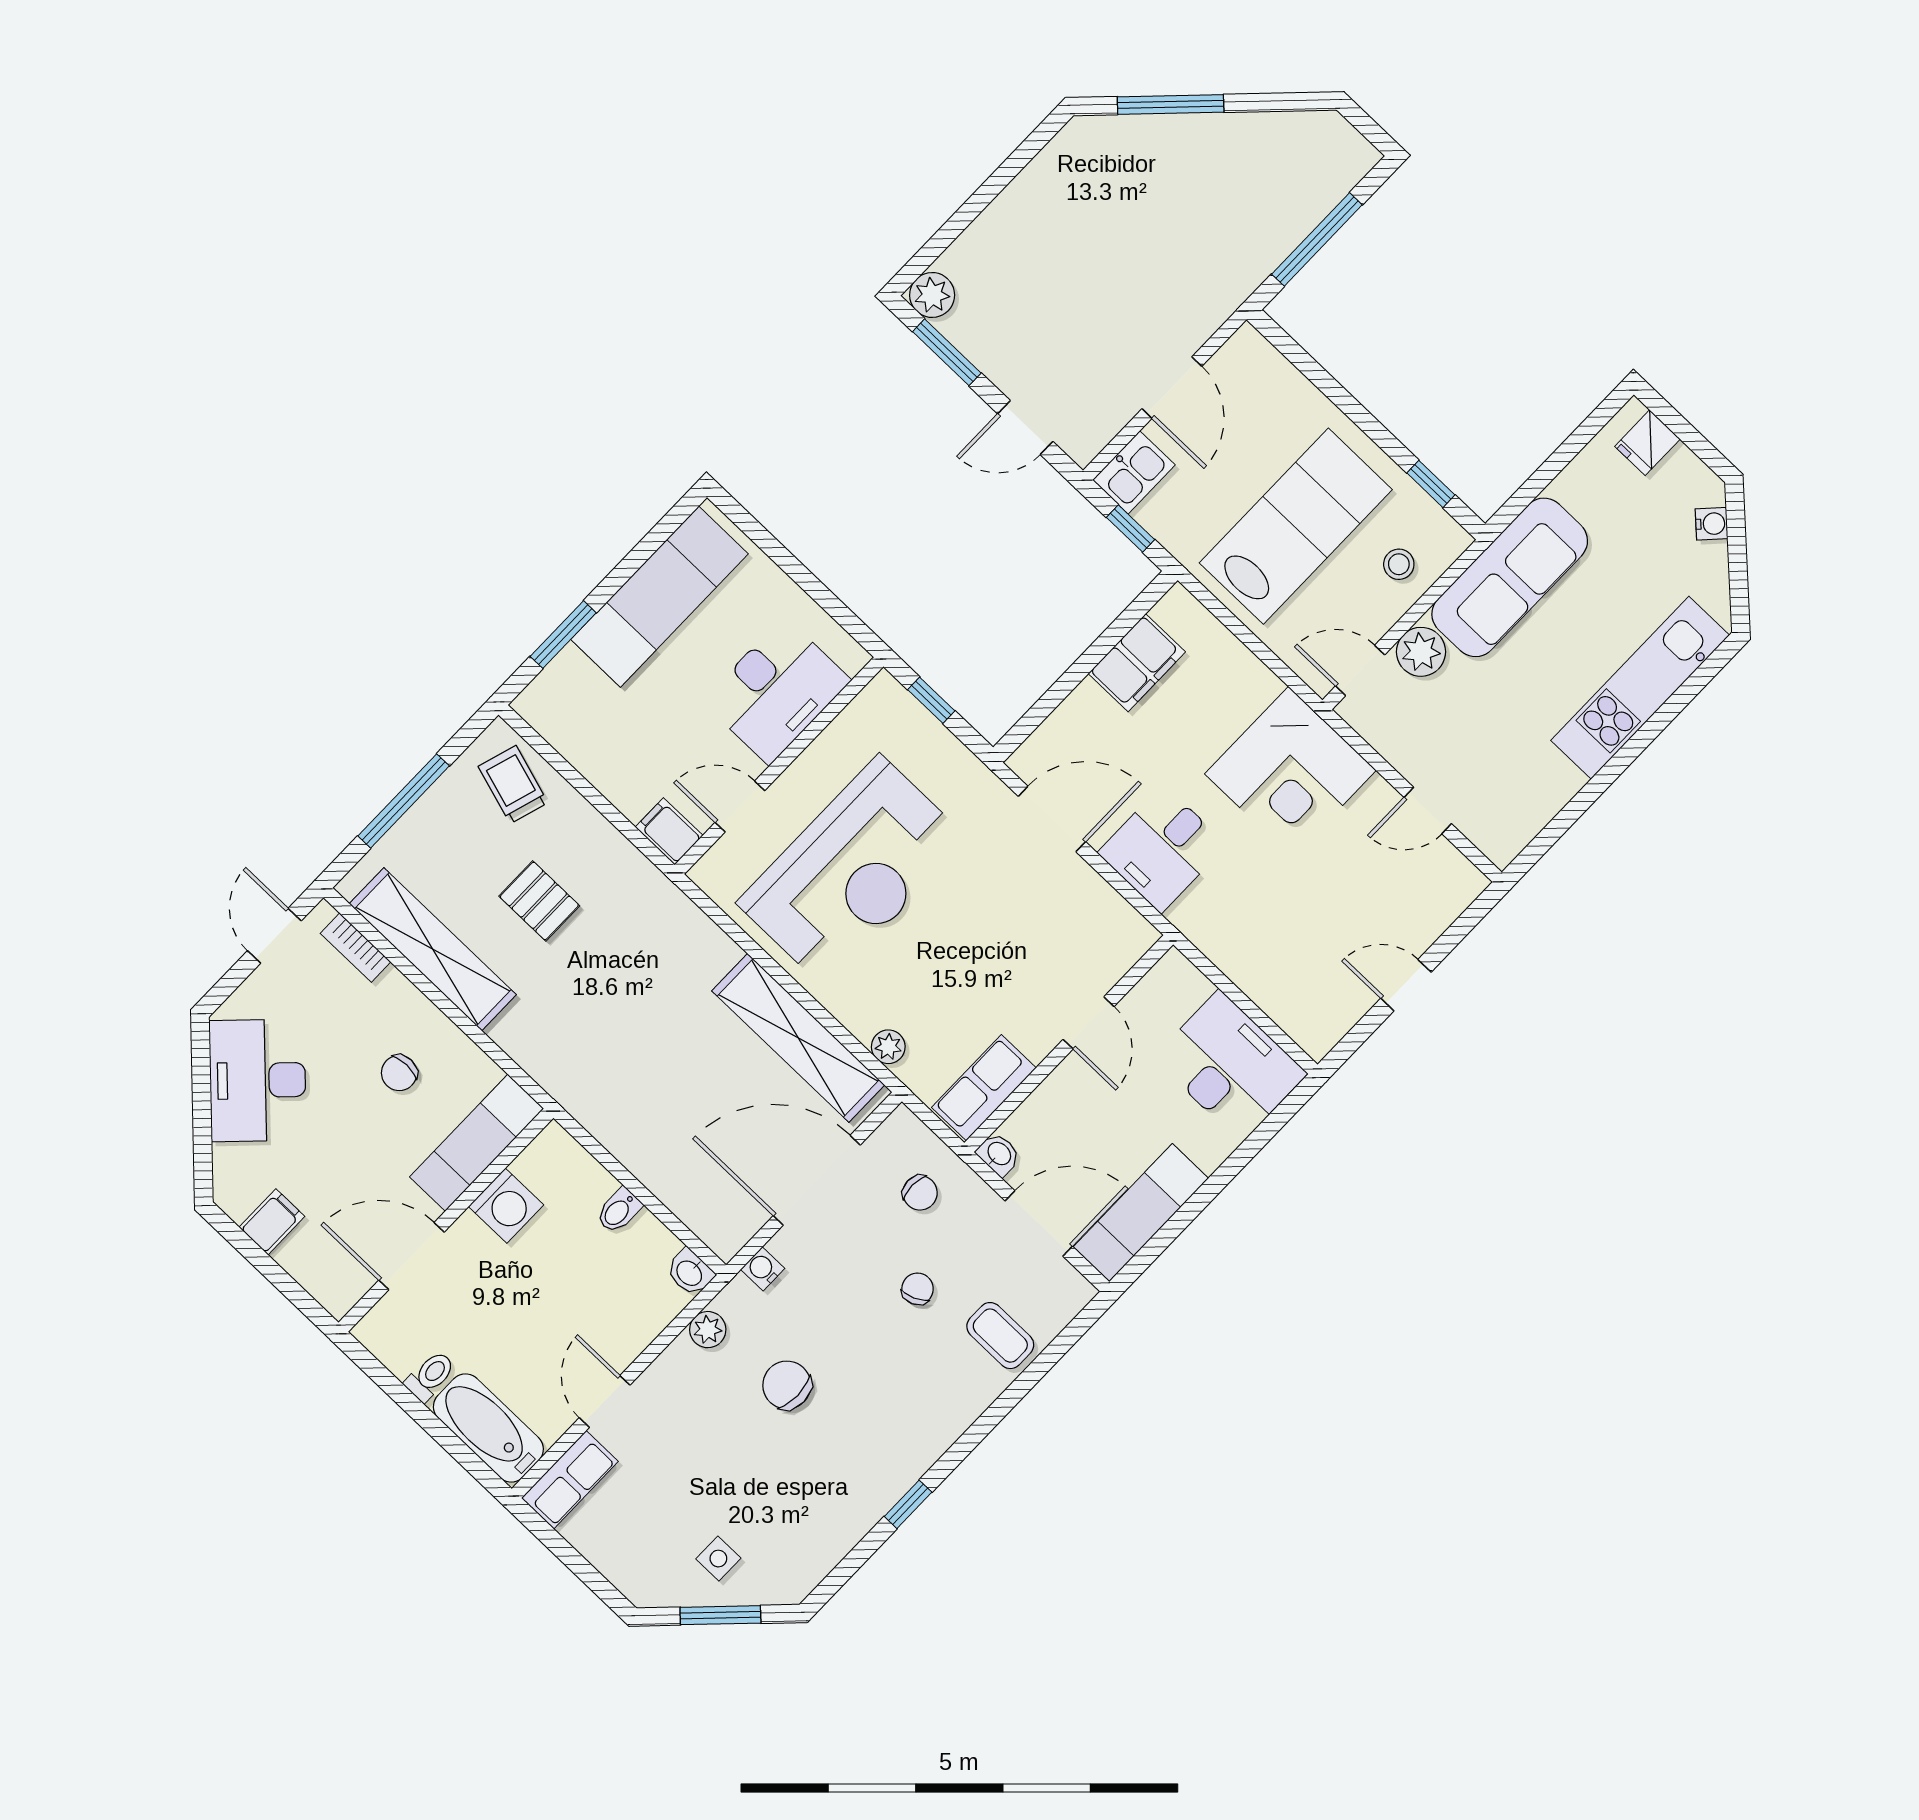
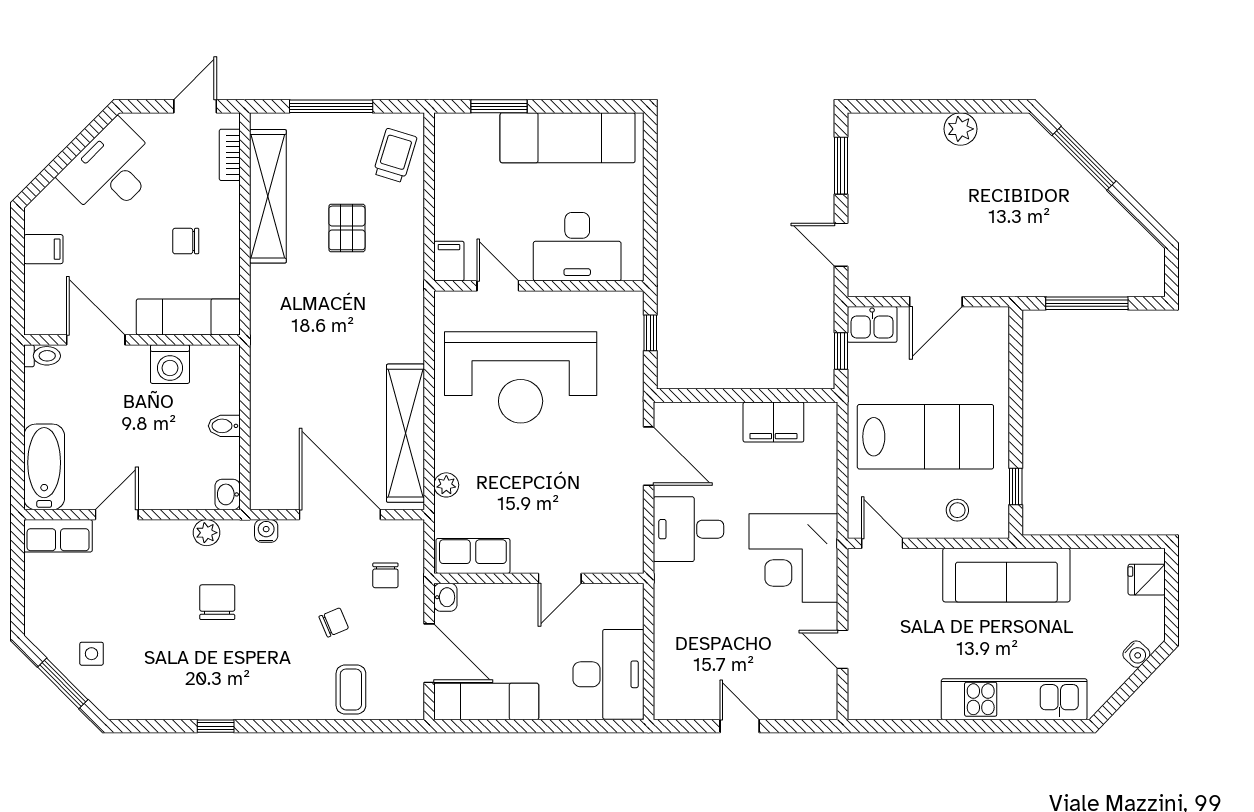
plant: (932, 295) -> (960, 129), moved
plant: (1421, 652) -> (923, 566), removed
toilet: (430, 1376) -> (42, 356), moved

